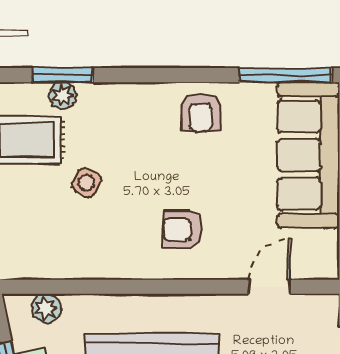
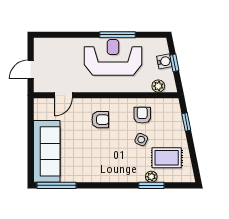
armchair: (201, 112) -> (142, 115), moved

